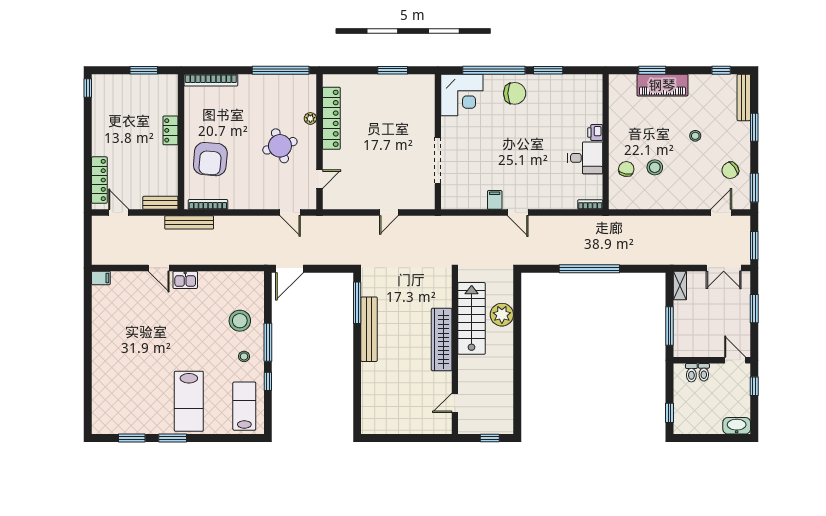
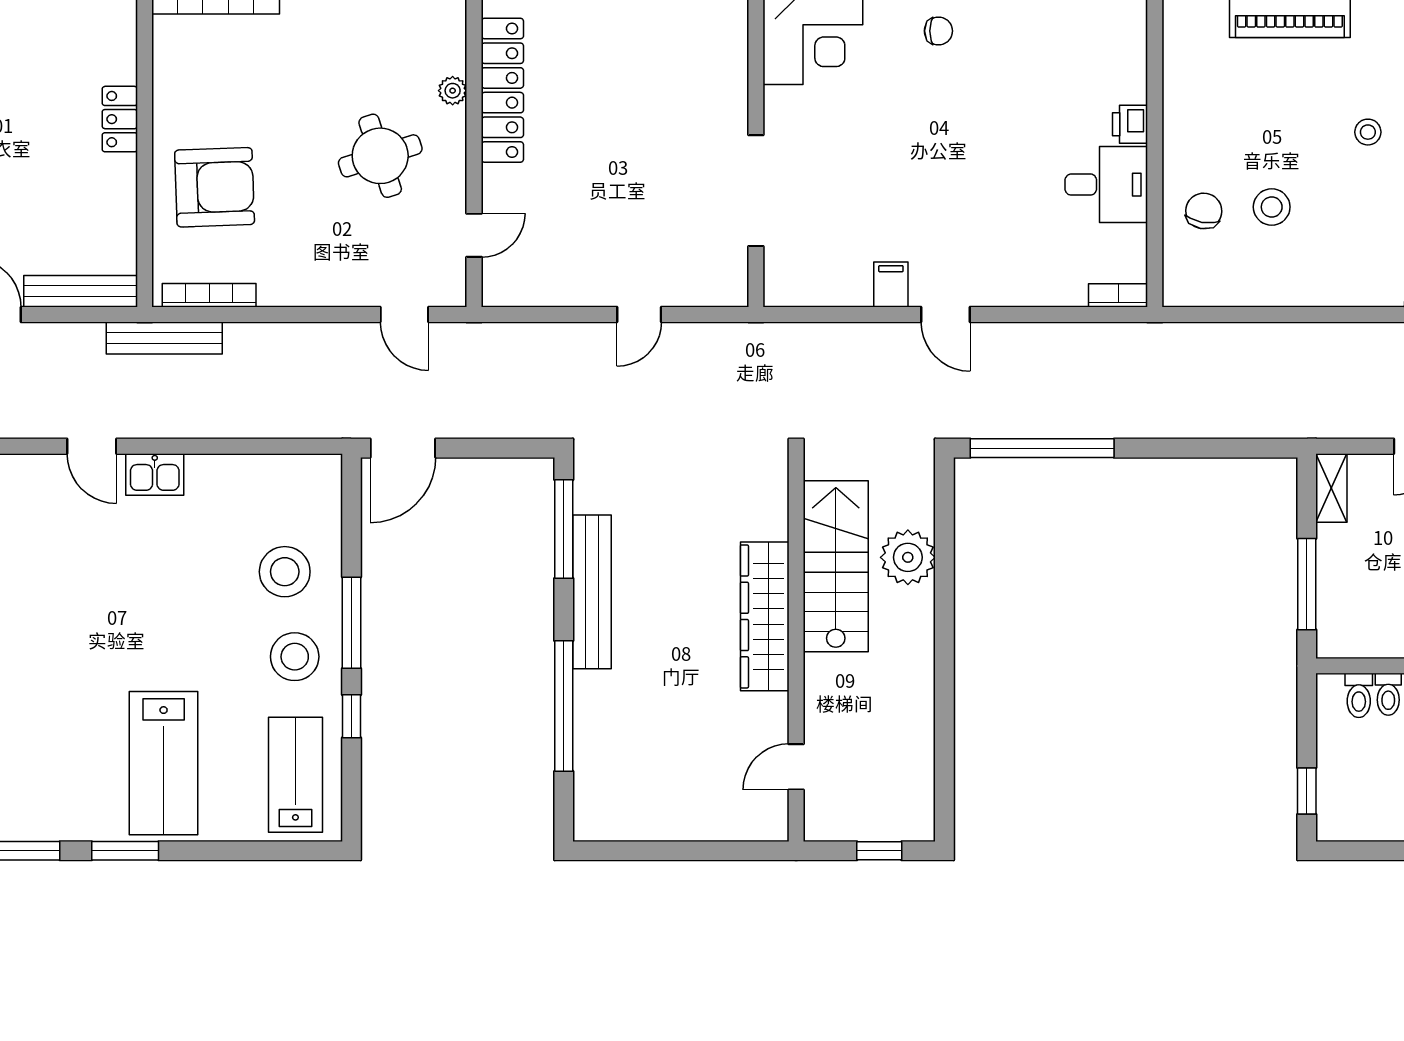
chair: (515, 93) -> (938, 31), width x0.54, depth x0.54
armchair: (210, 159) -> (215, 187), turned -97
bench: (160, 203) -> (81, 291), width x1.36
window: (589, 269) -> (1042, 448), moved
stool: (244, 356) -> (295, 657), width x1.89, depth x1.89
window: (357, 377) -> (564, 706), added

